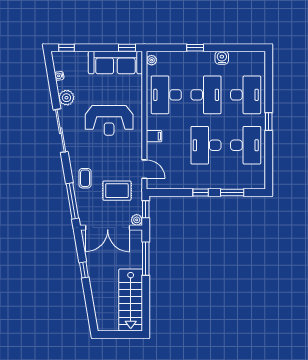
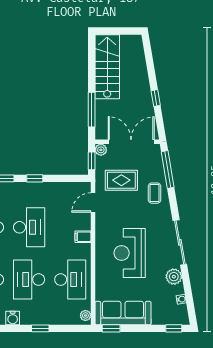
reception desk: (109, 120) -> (130, 253), turned -90
door: (144, 169) -> (93, 202), hinge flipped

